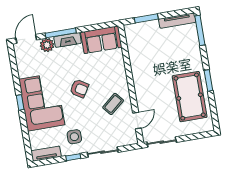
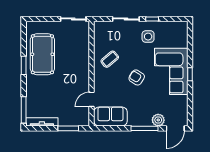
fireplace: (68, 40) -> (140, 121), removed
door: (137, 121) -> (91, 99), moved
tv unit: (46, 154) -> (175, 26), removed

